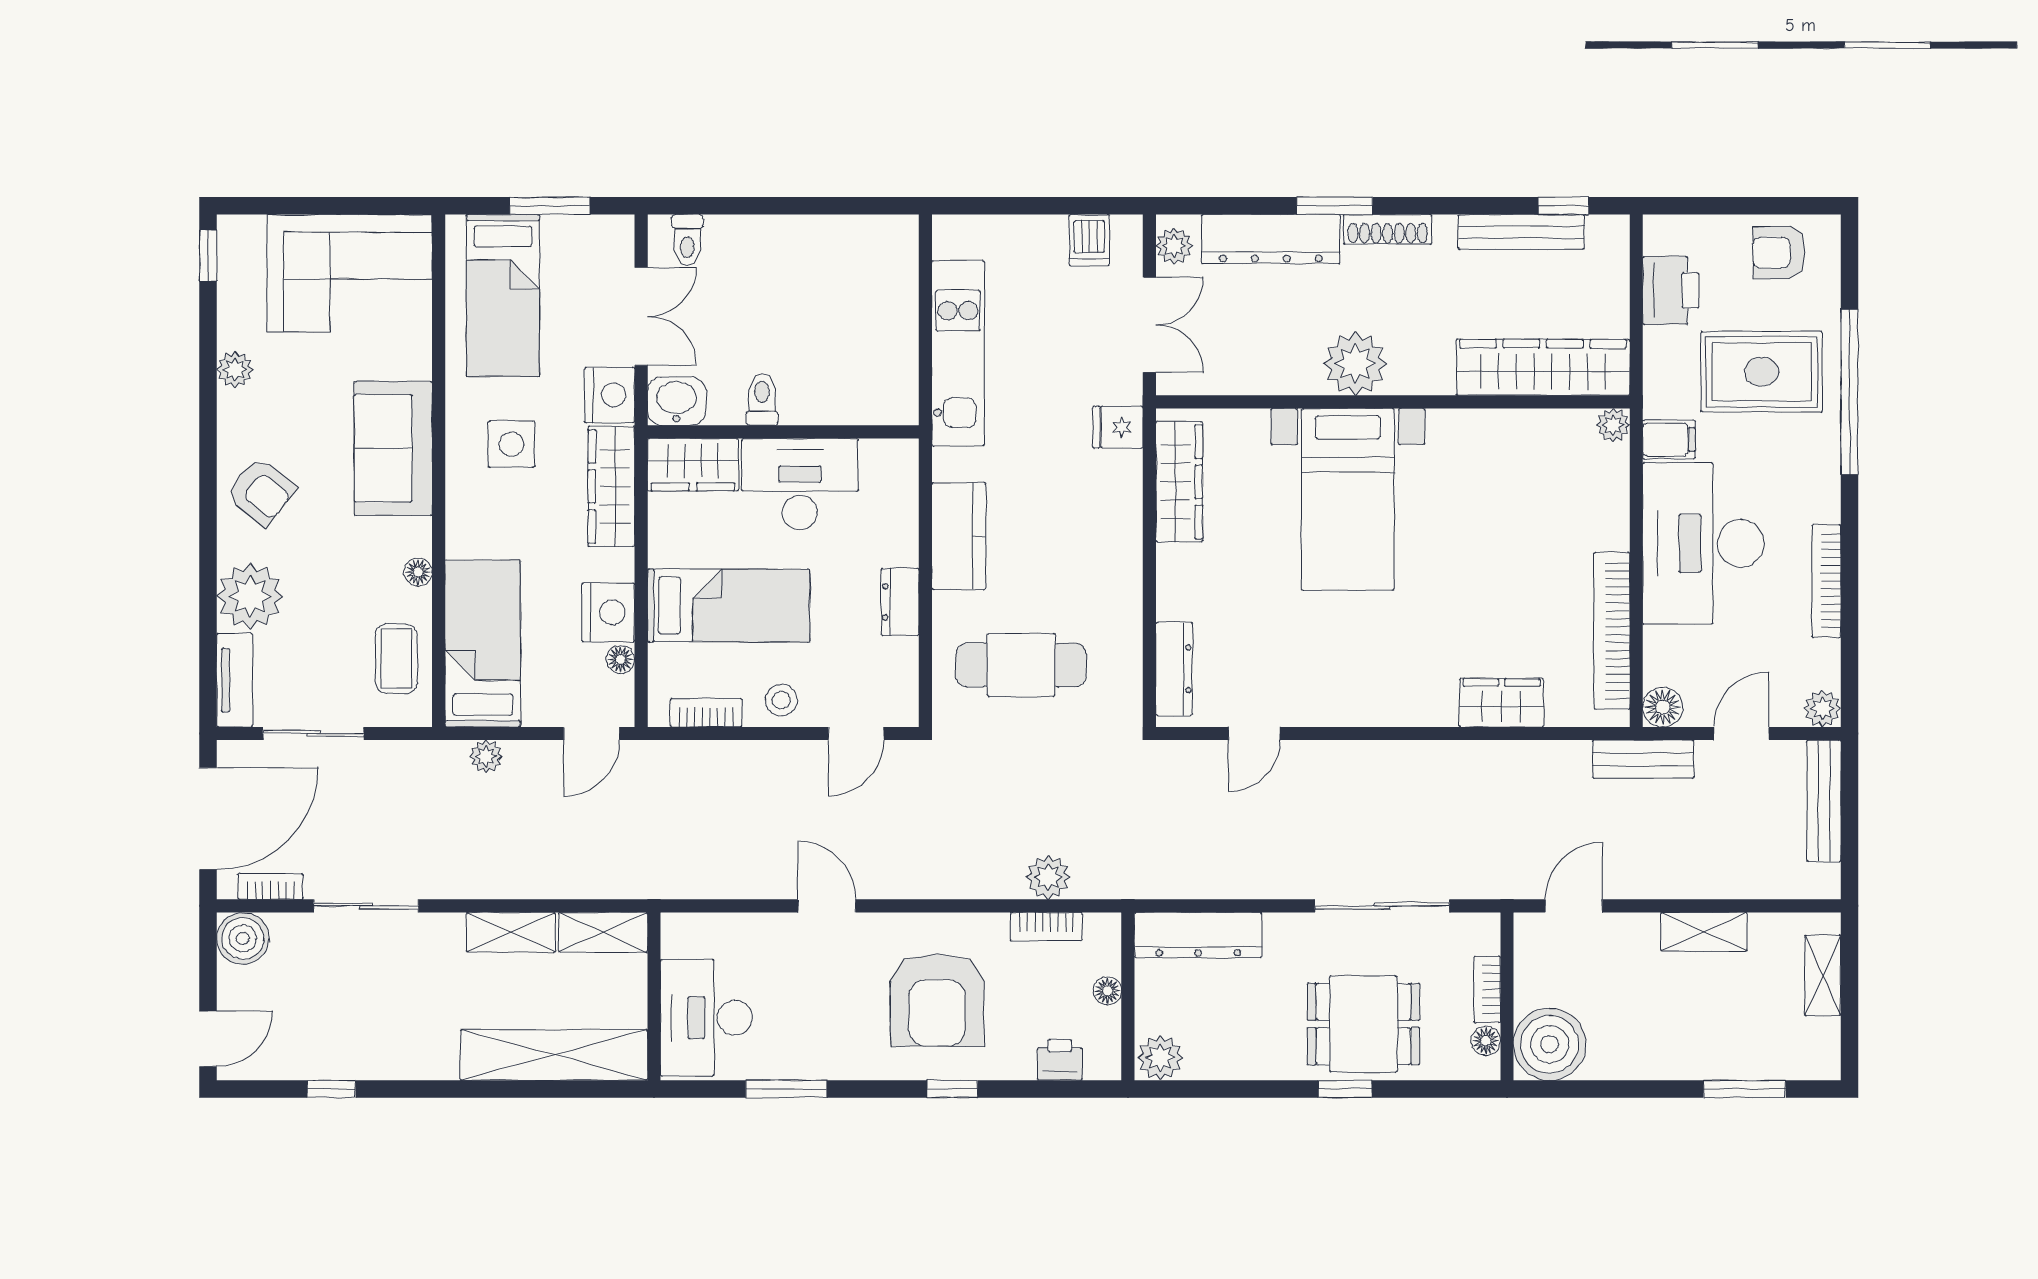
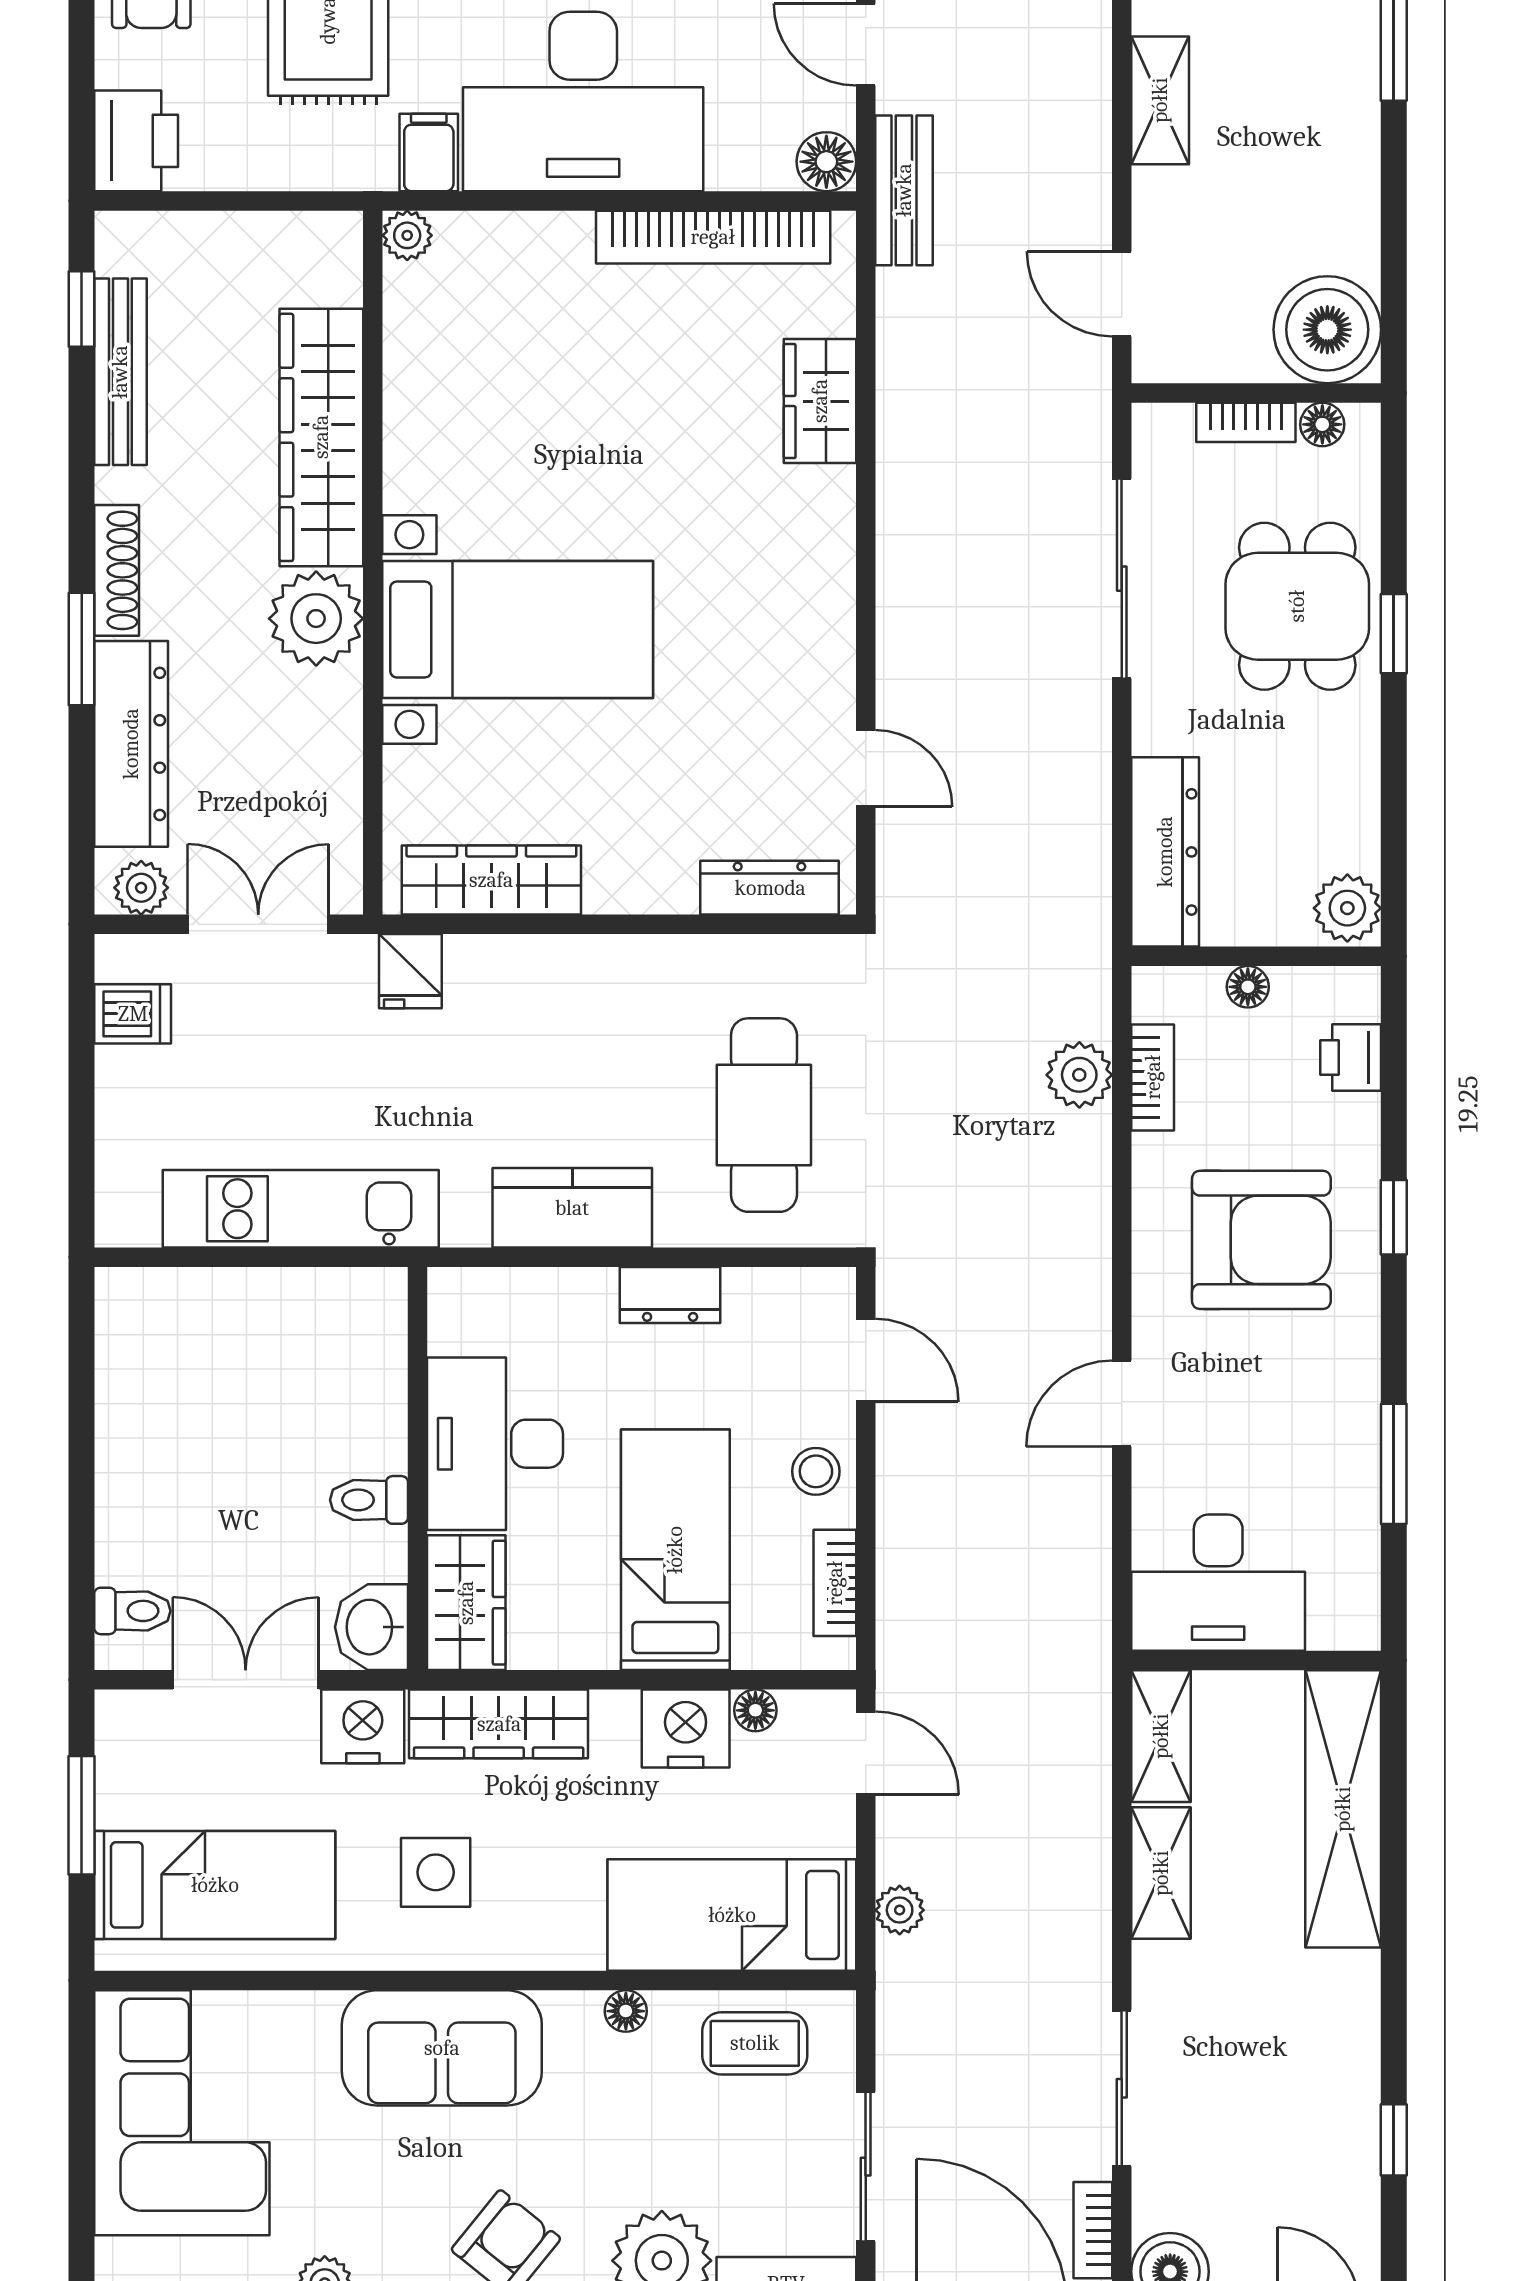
printer: (1671, 290) -> (136, 141), moved, turned 90
wardrobe: (1543, 367) -> (321, 437), moved
desk: (706, 1018) -> (1218, 1583), moved

